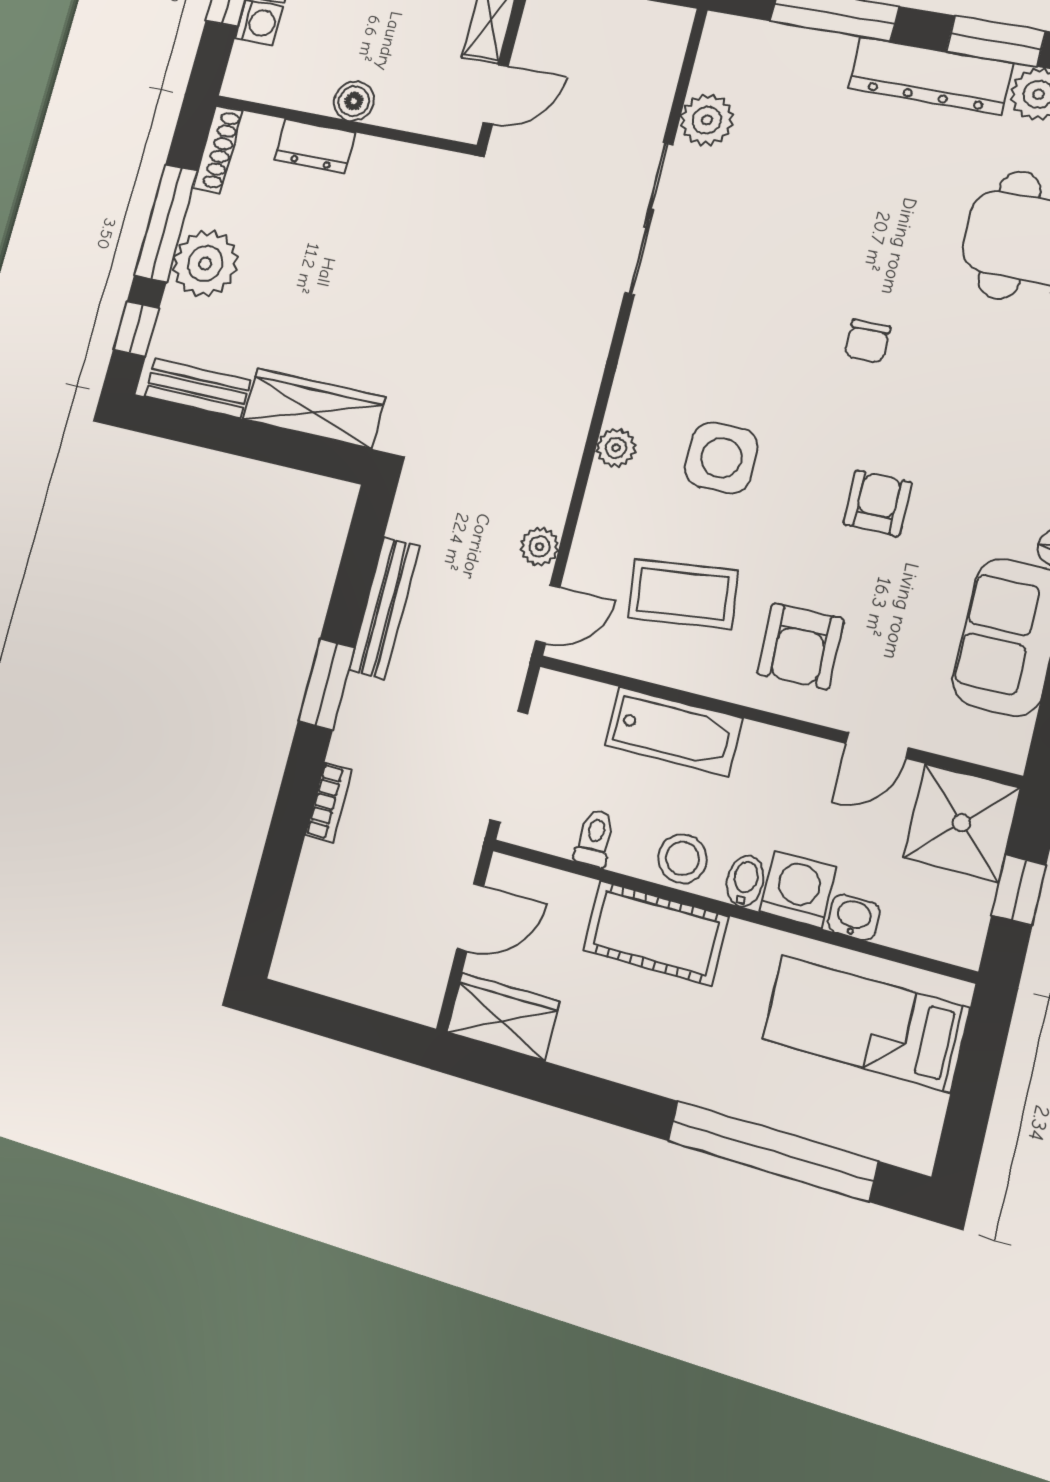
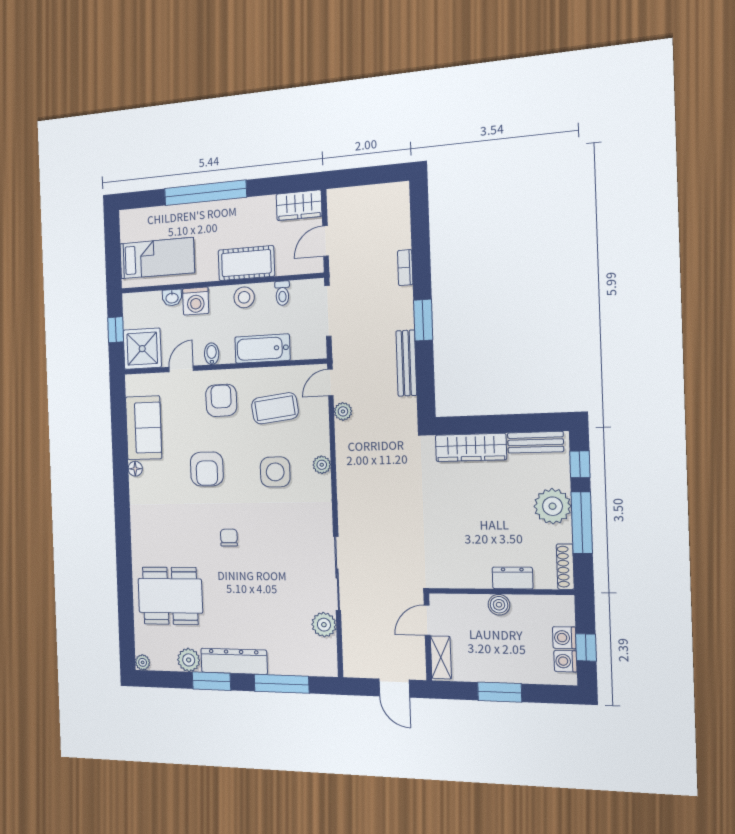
armchair: (877, 503) -> (207, 469), width x1.38, depth x1.38
bidet: (745, 881) -> (212, 354), moved, turned 180
window: (772, 1151) -> (205, 193), moved

